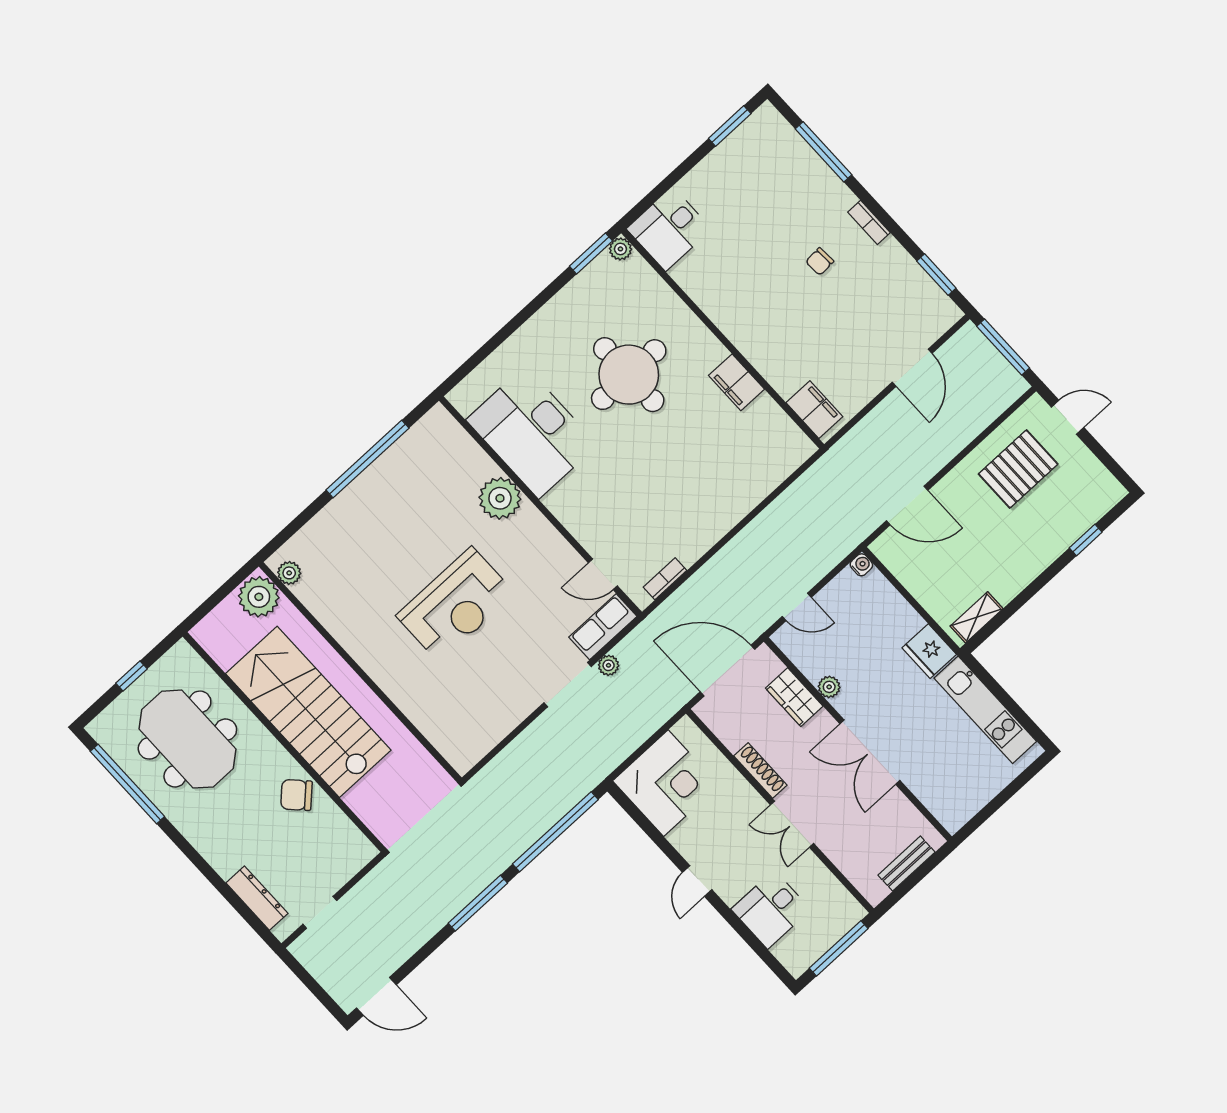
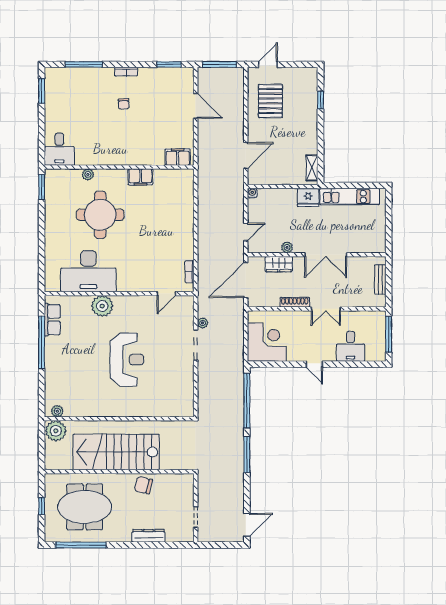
plant: (620, 249) -> (88, 174), moved
row of seats: (603, 627) -> (52, 320), moved, turned 180
chair: (296, 795) -> (143, 485), turned 57
dresser: (257, 898) -> (148, 536), moved

